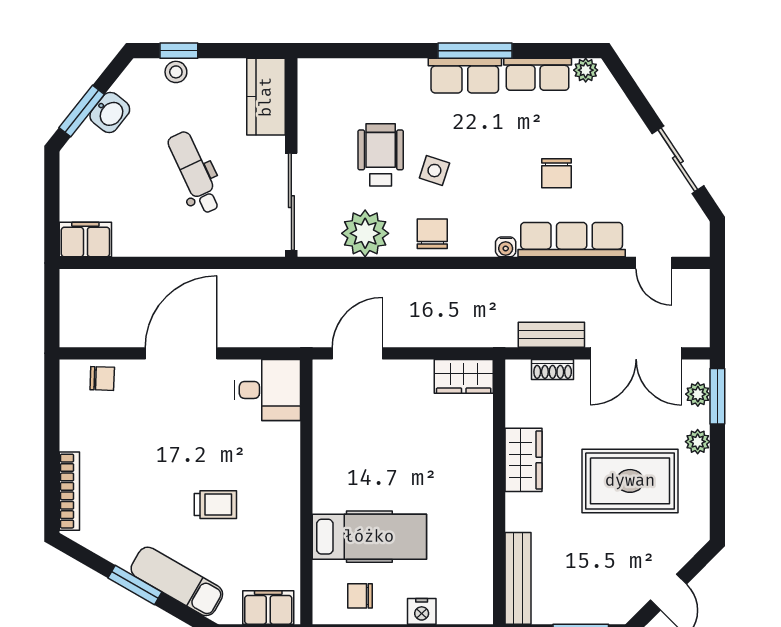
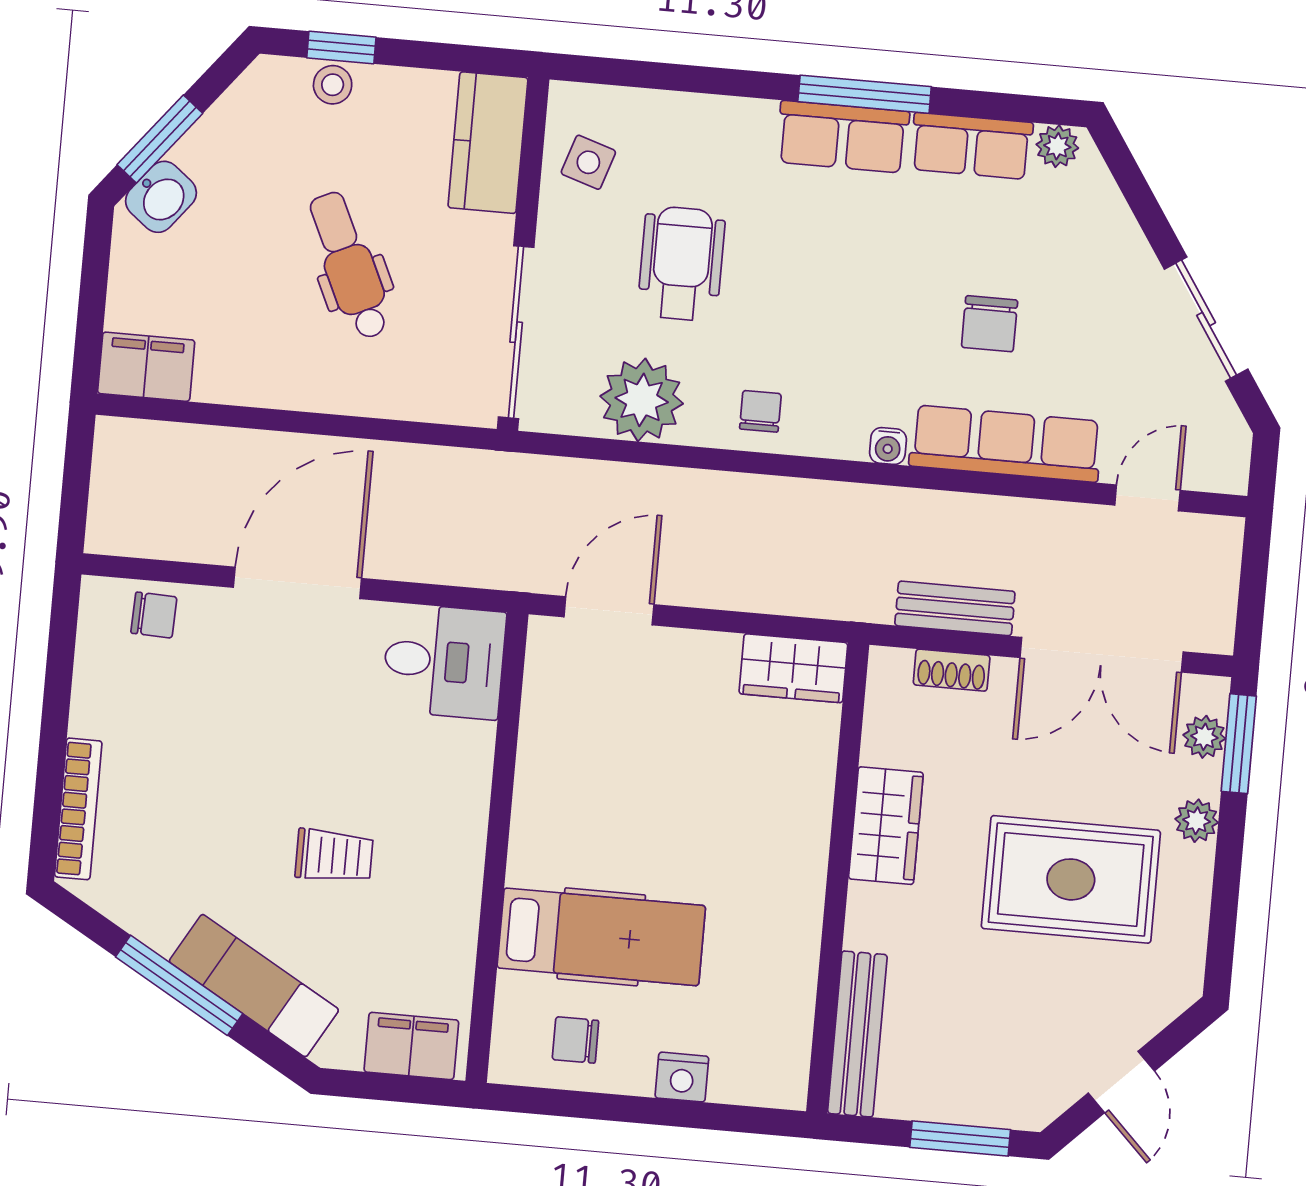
washbasin: (110, 113) -> (161, 197), moved
side table: (434, 171) -> (588, 162), moved
chair: (432, 234) -> (760, 411), width x0.73, depth x0.73
door: (654, 263) -> (1147, 498), swing flipped
window: (135, 585) -> (179, 985), width x1.44

